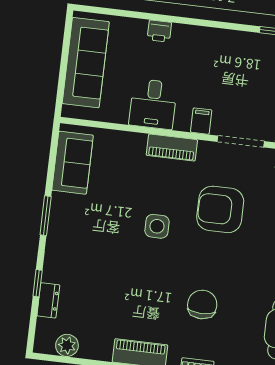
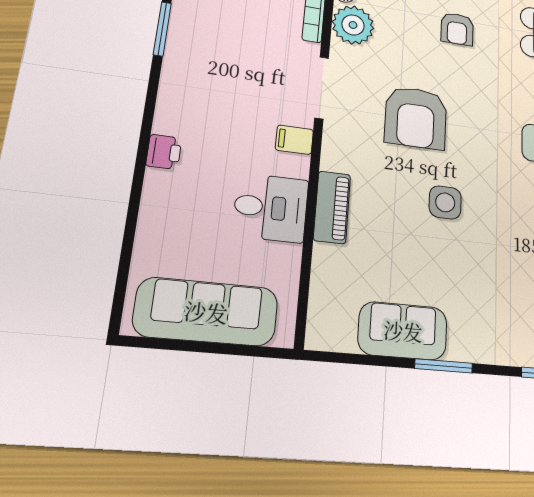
printer: (159, 31) -> (164, 152), moved
piano: (172, 148) -> (332, 207), moved
sofa: (73, 163) -> (403, 331), moved

